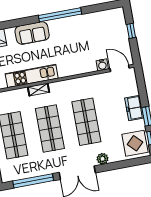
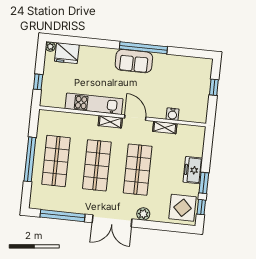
sofa: (32, 33) -> (134, 61), moved
door: (120, 68) -> (135, 118), moved
shelving: (99, 78) -> (165, 127), added
shelving: (39, 90) -> (110, 122), moved

